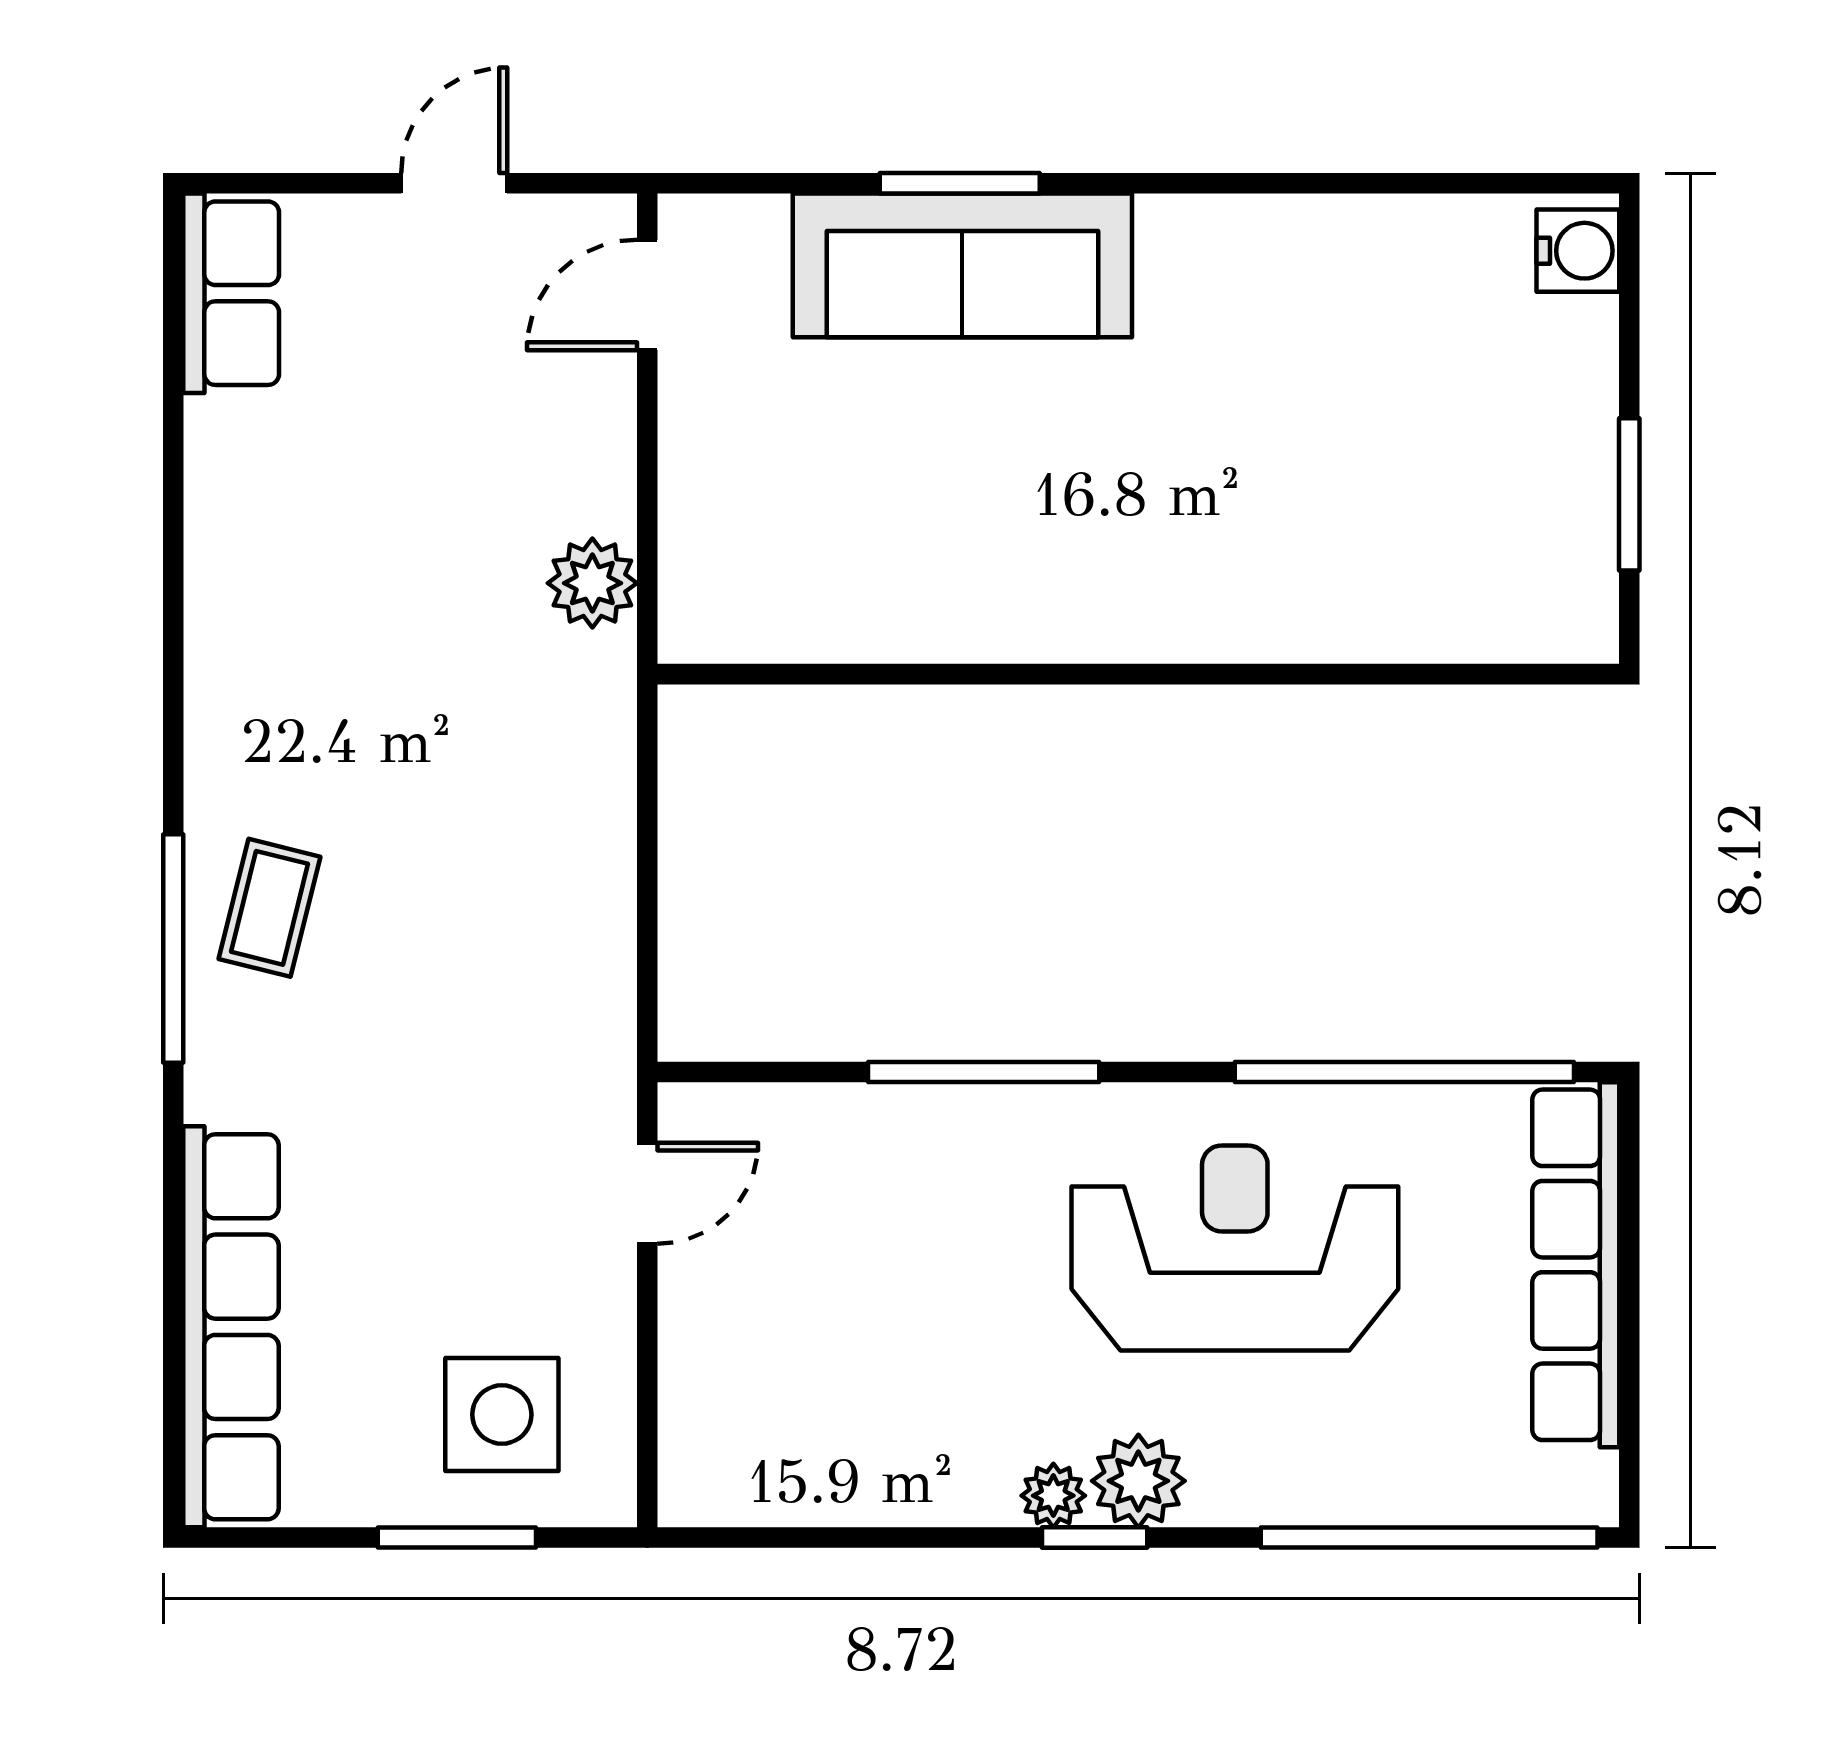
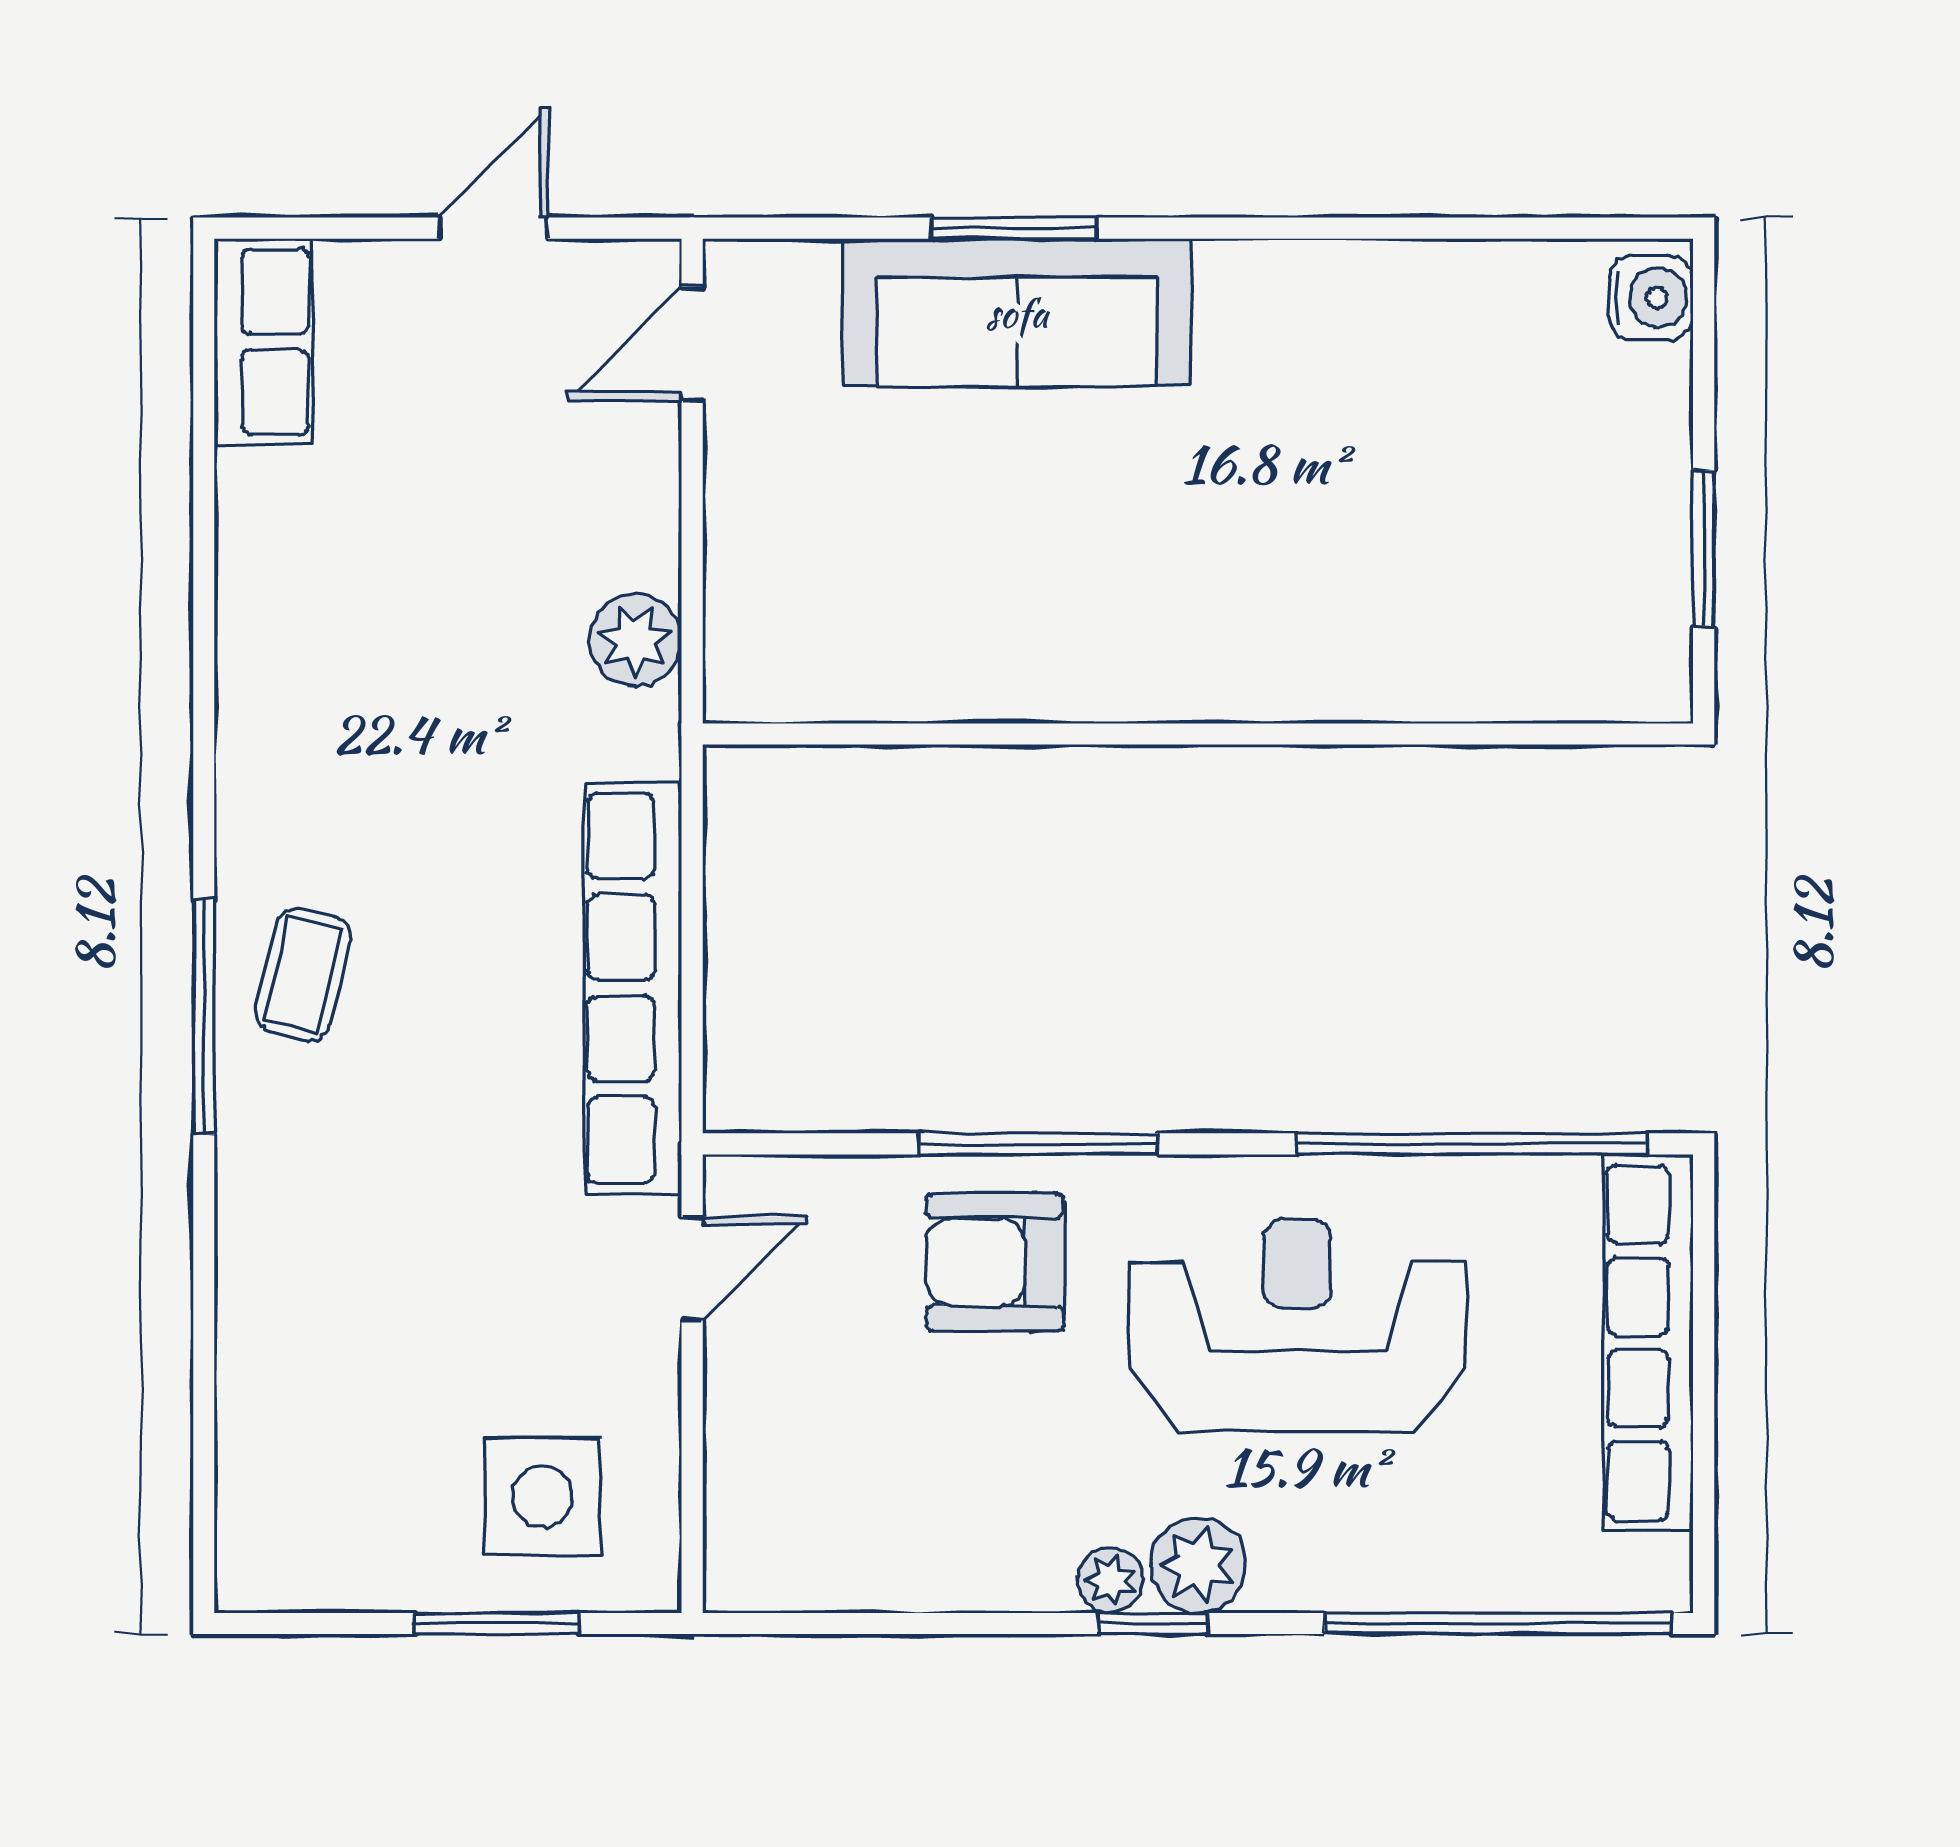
armchair: (941, 1187) -> (995, 1262), added
row of seats: (231, 1327) -> (633, 988), moved, turned 180

